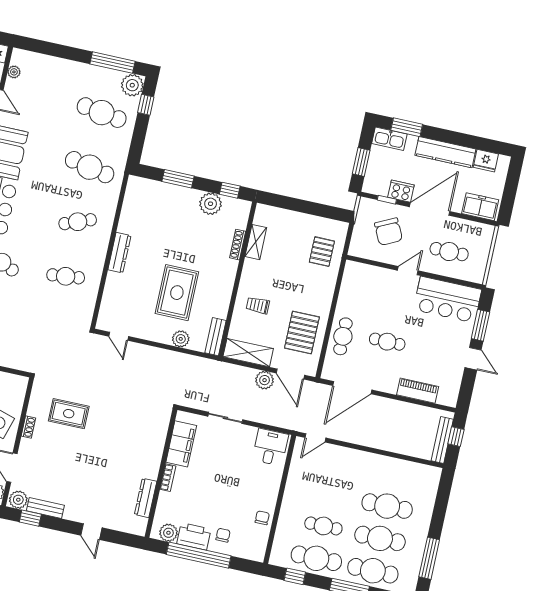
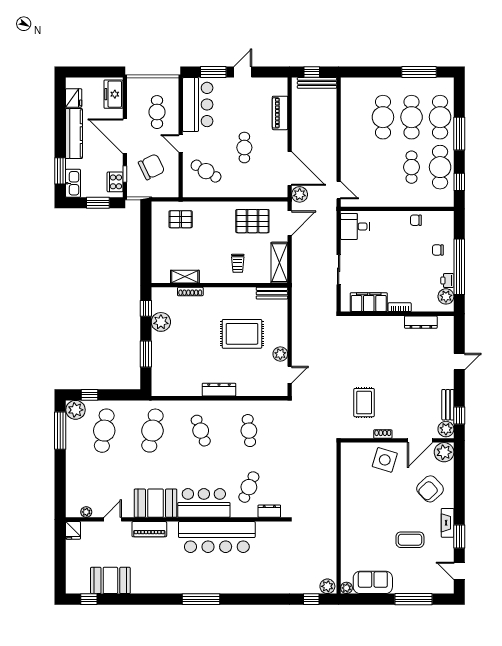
cooker: (401, 191) -> (115, 182), moved
cafe table: (343, 336) -> (206, 171), moved, turned 31
plant: (181, 339) -> (280, 354), moved
plant: (265, 380) -> (300, 194), moved
printer: (194, 536) -> (447, 281), width x0.53, depth x0.68

